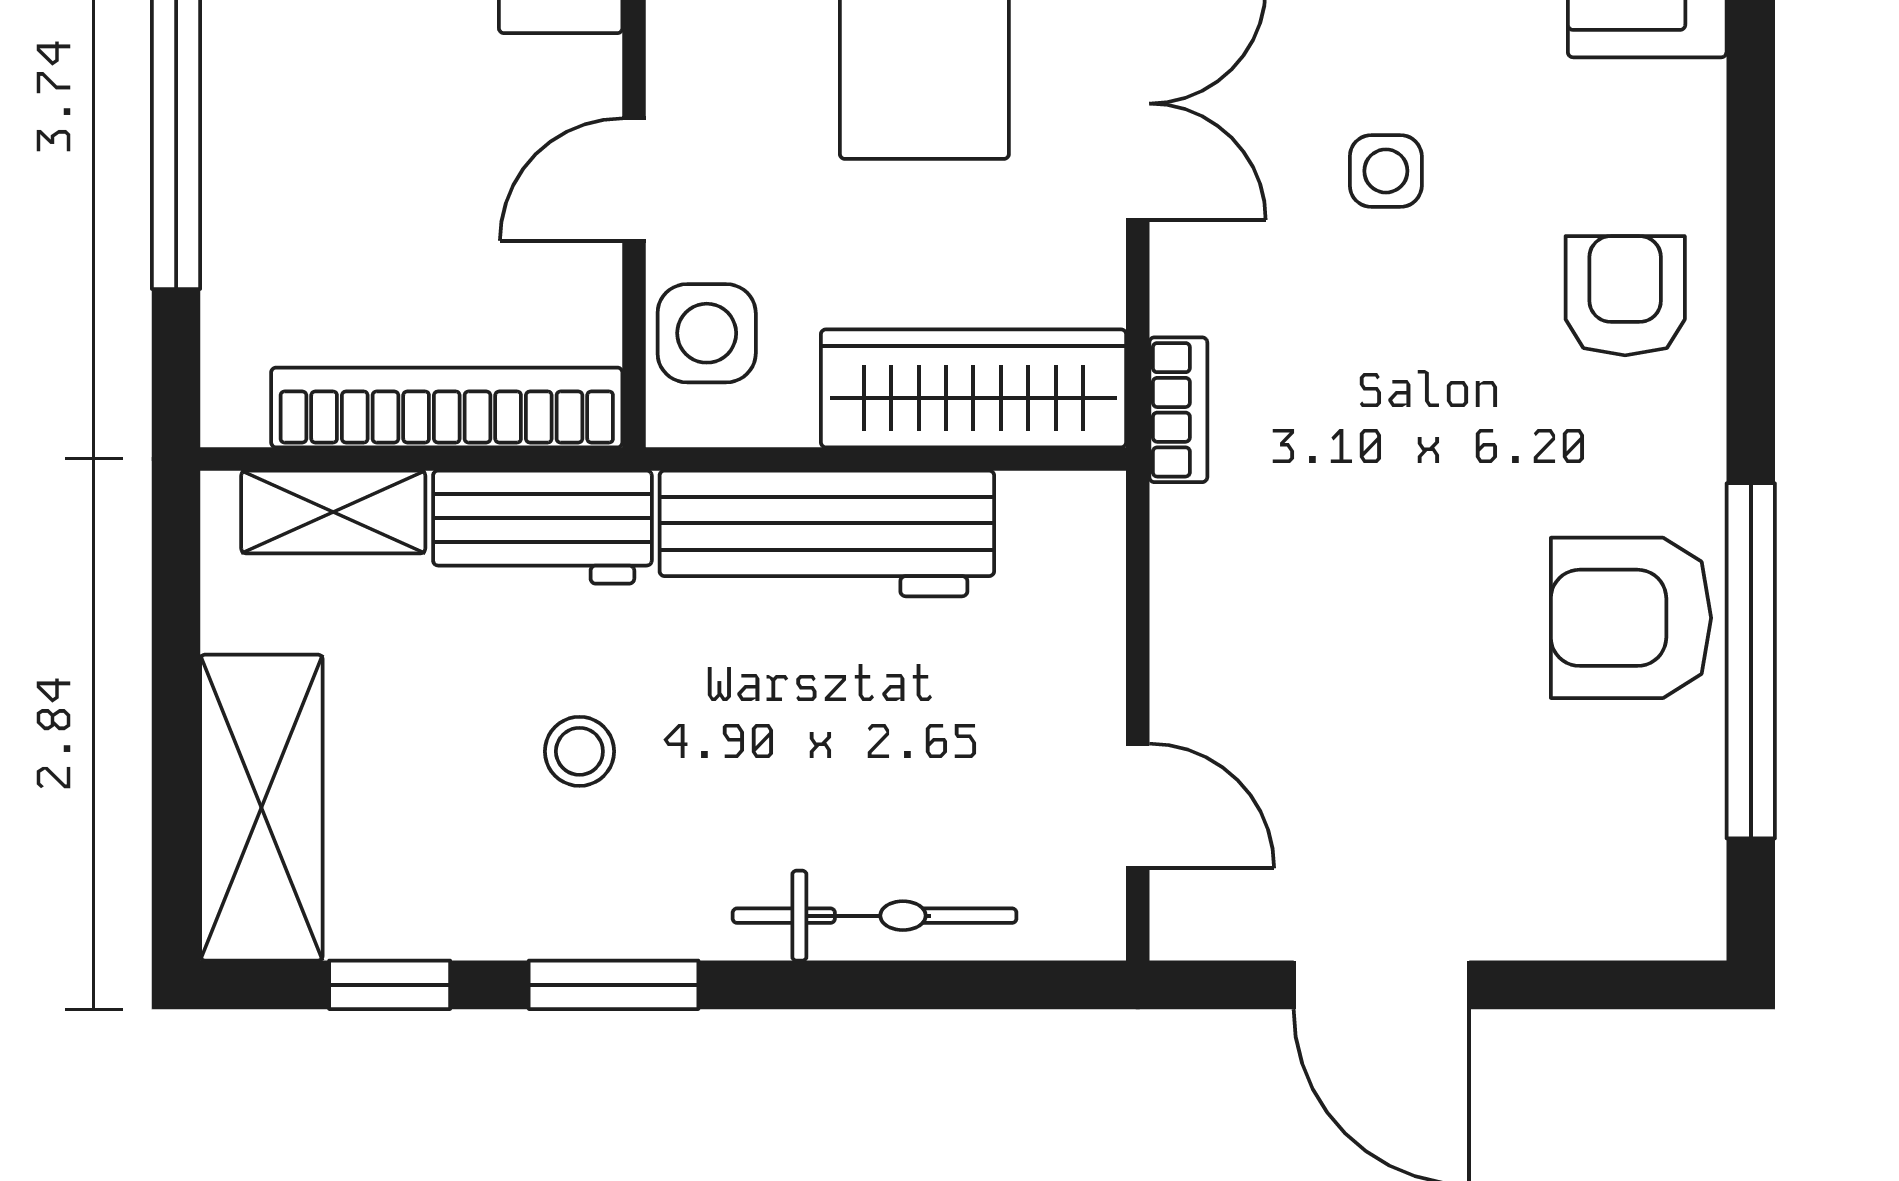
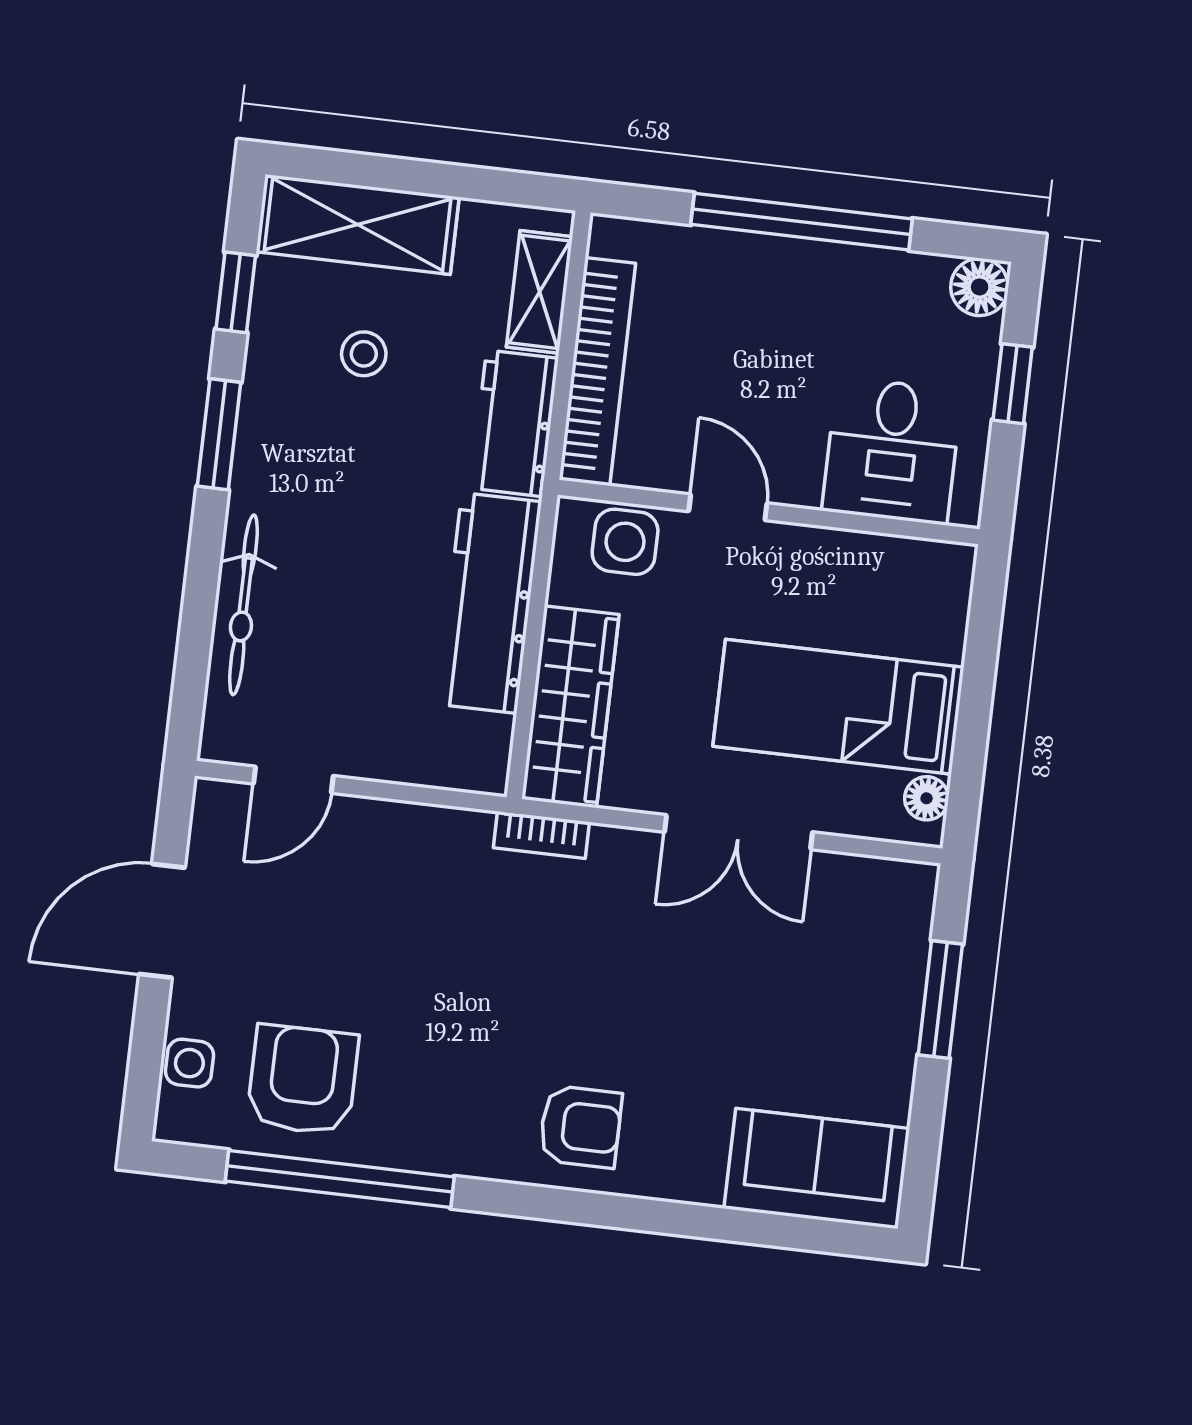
side table: (1386, 171) -> (189, 1063), moved
armchair: (1631, 618) -> (303, 1080), moved
stool: (579, 751) -> (364, 354), moved

